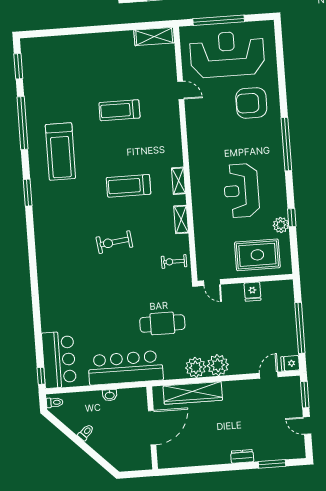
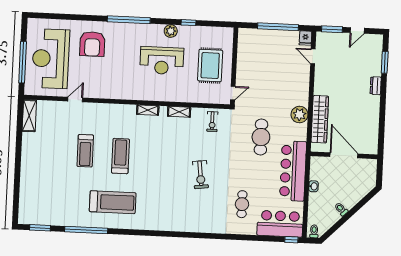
treadmill: (129, 186) -> (120, 156), moved, turned 180
window: (28, 193) -> (143, 233), removed
plant: (281, 225) -> (171, 31), moved
exercise bike: (114, 242) -> (200, 175), moved
rug: (257, 255) -> (210, 66), moved
fridge: (252, 292) -> (244, 61), removed
cafe table: (77, 310) -> (242, 204), added
plant: (218, 365) -> (300, 96), removed

